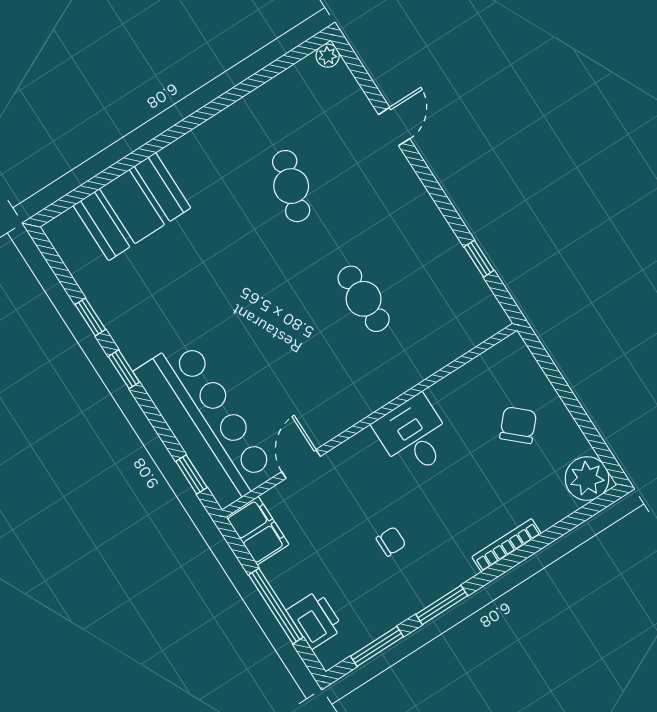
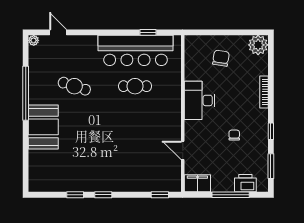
window: (220, 104) -> (26, 93), added
door: (394, 127) -> (58, 32), moved
booth: (132, 207) -> (43, 127), moved
bar counter: (206, 423) -> (136, 50), moved, turned 180
chair: (518, 425) -> (221, 58), turned 57
desk: (414, 436) -> (200, 100), width x1.37
window: (442, 605) -> (271, 131), width x0.67

